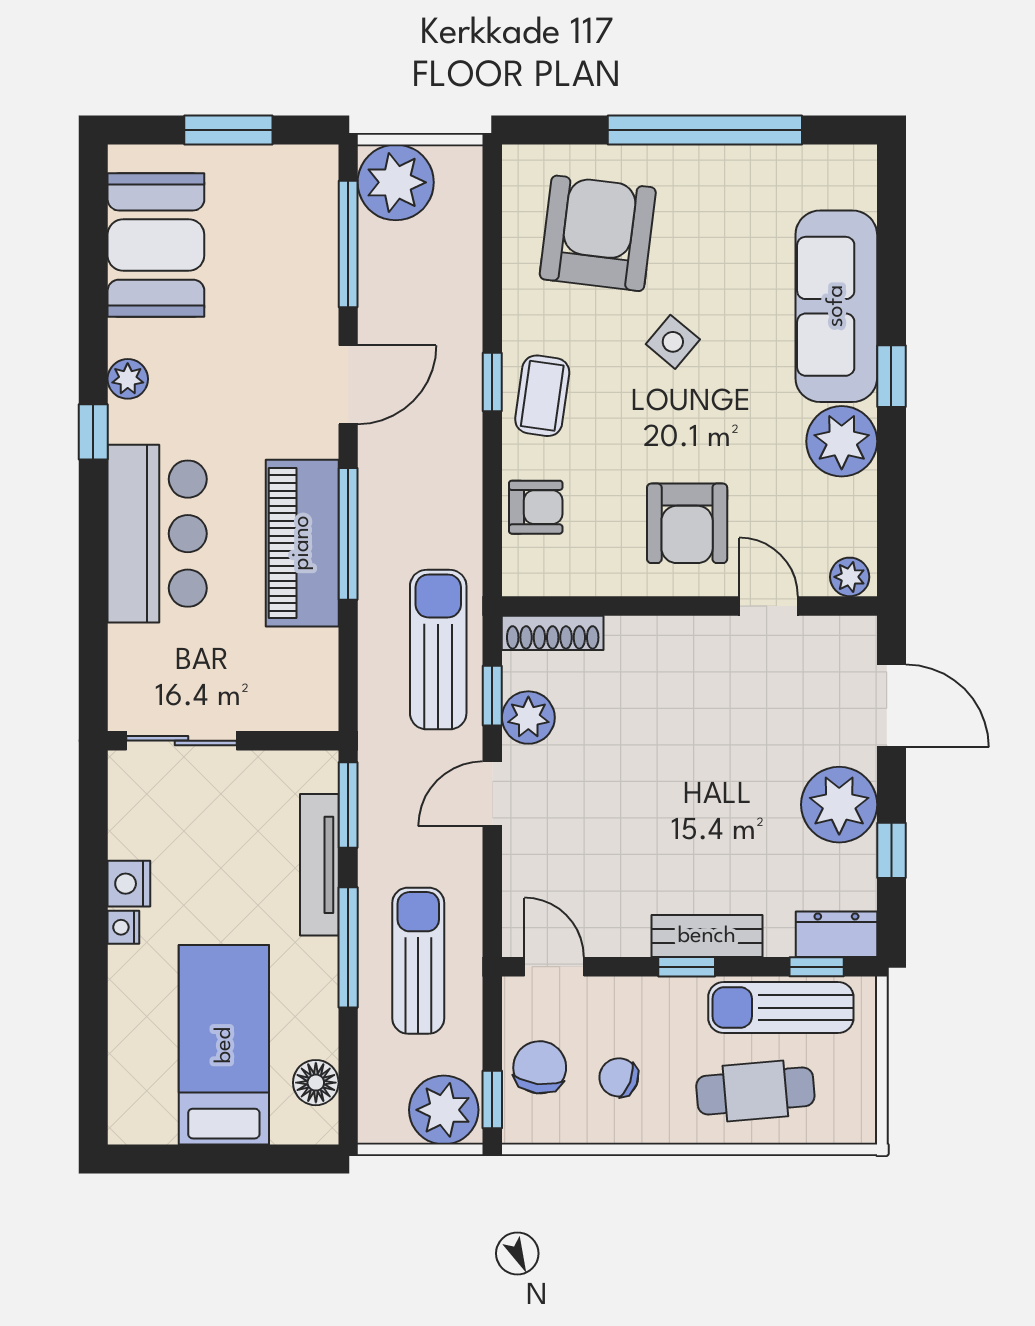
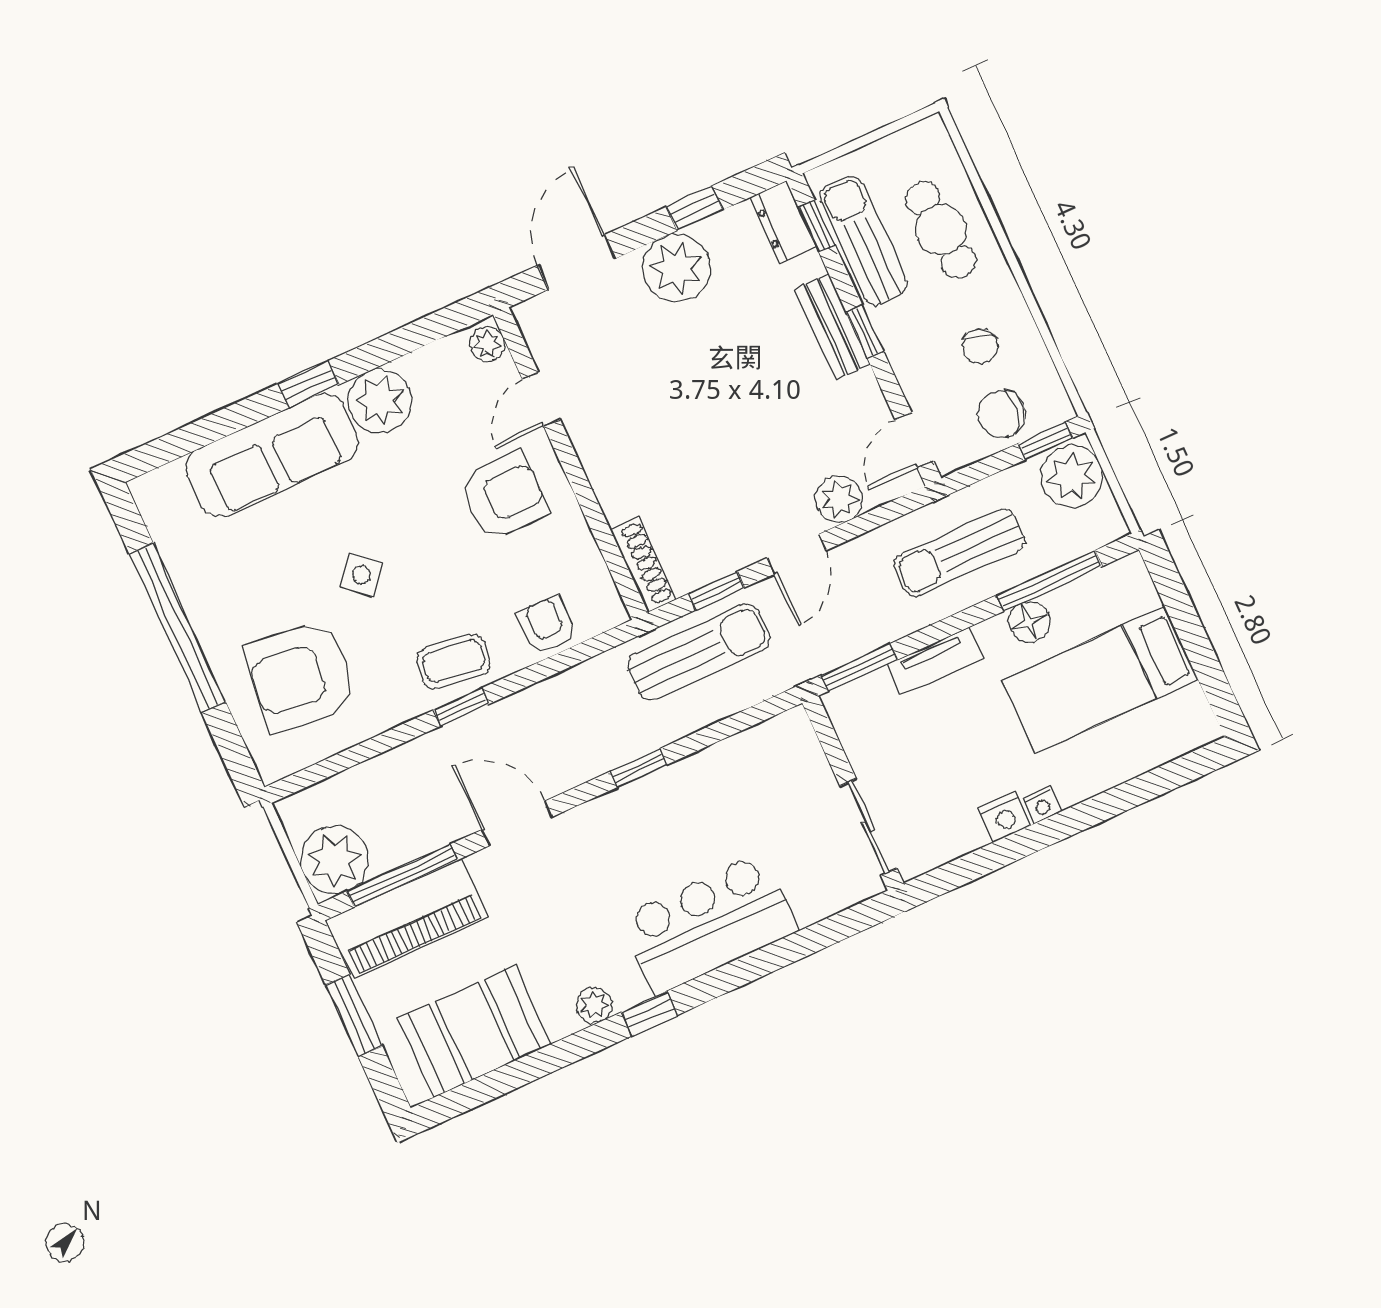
window: (348, 534) -> (638, 768), width x0.46
piano: (302, 543) -> (407, 918), moved
sun lounger: (438, 650) -> (699, 652), turned 180
plant: (528, 718) -> (839, 499), moved
door: (492, 794) -> (796, 554), hinge flipped
tv unit: (319, 865) -> (935, 661), width x0.71
window: (348, 947) -> (1050, 581), moved
sun lounger: (781, 1008) -> (863, 240), turned 180
floor lamp: (316, 1083) -> (1029, 622), moved

